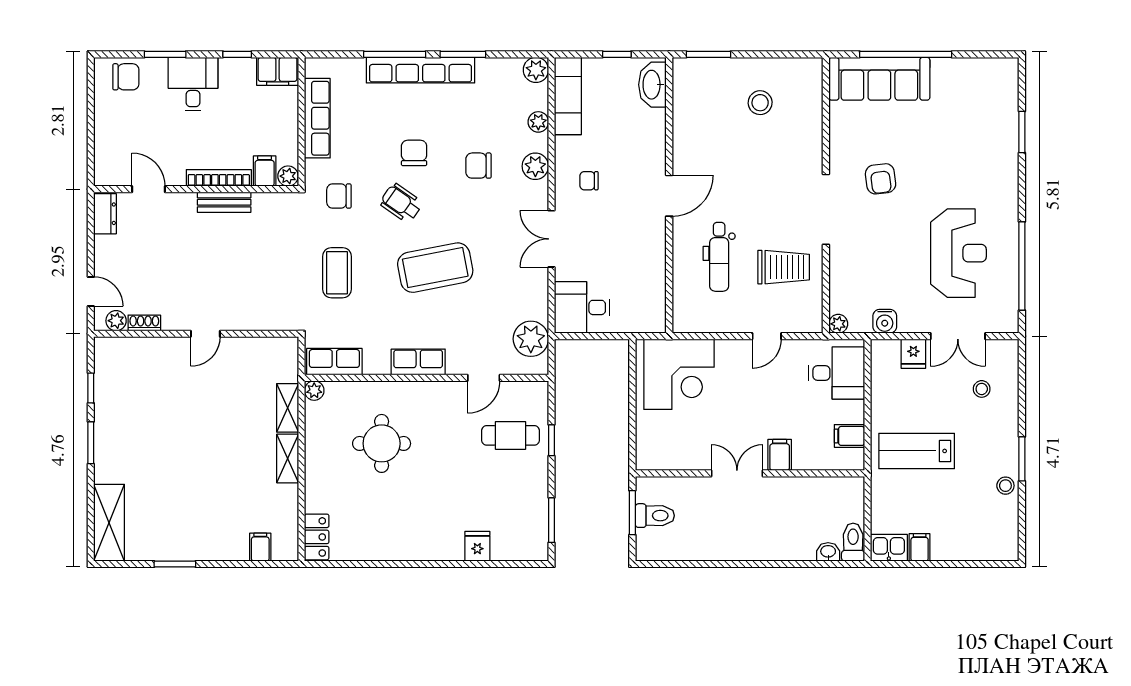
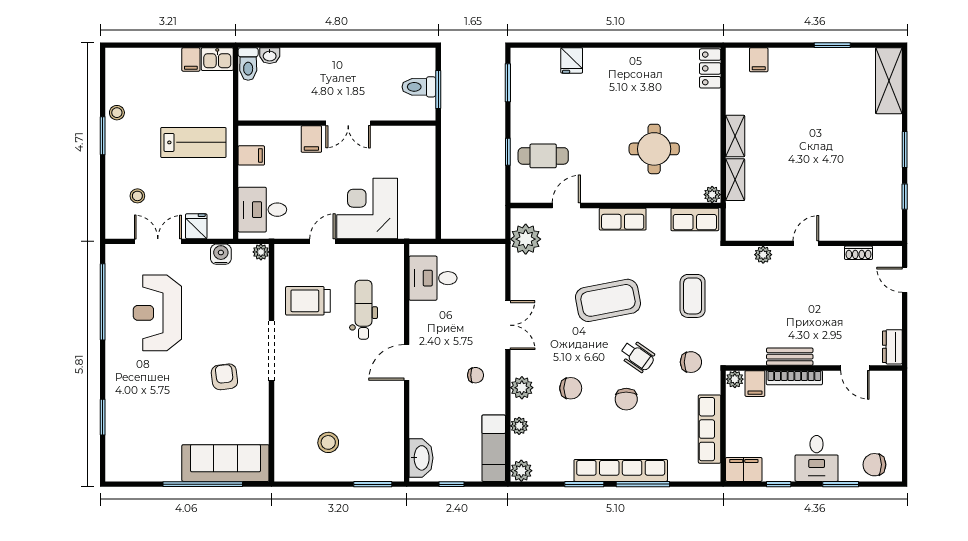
desk: (582, 307) -> (433, 278), moved, turned 180
plant: (116, 321) -> (763, 255), moved
corner desk: (679, 374) -> (367, 209), moved

